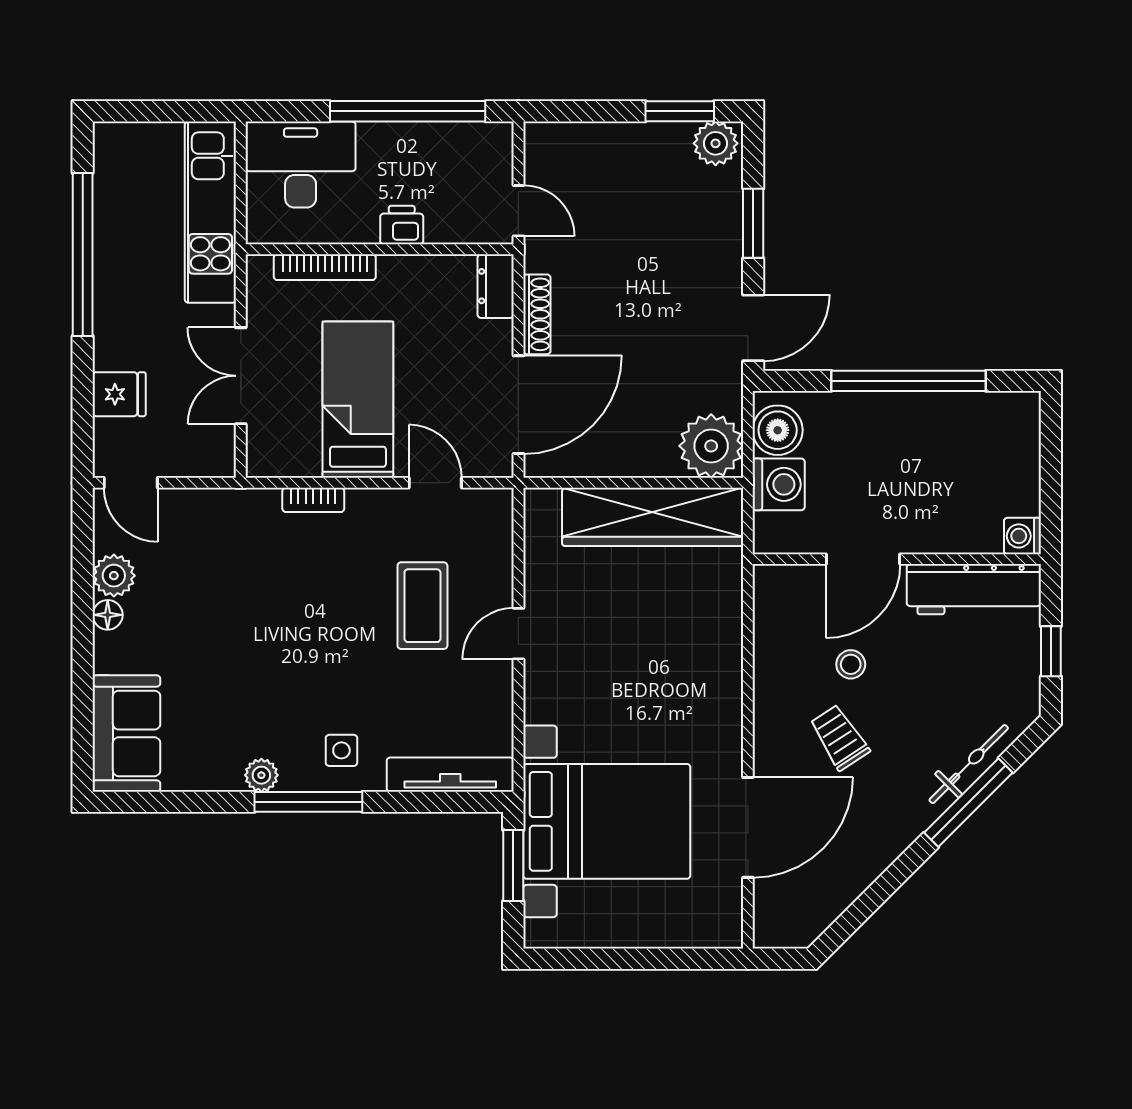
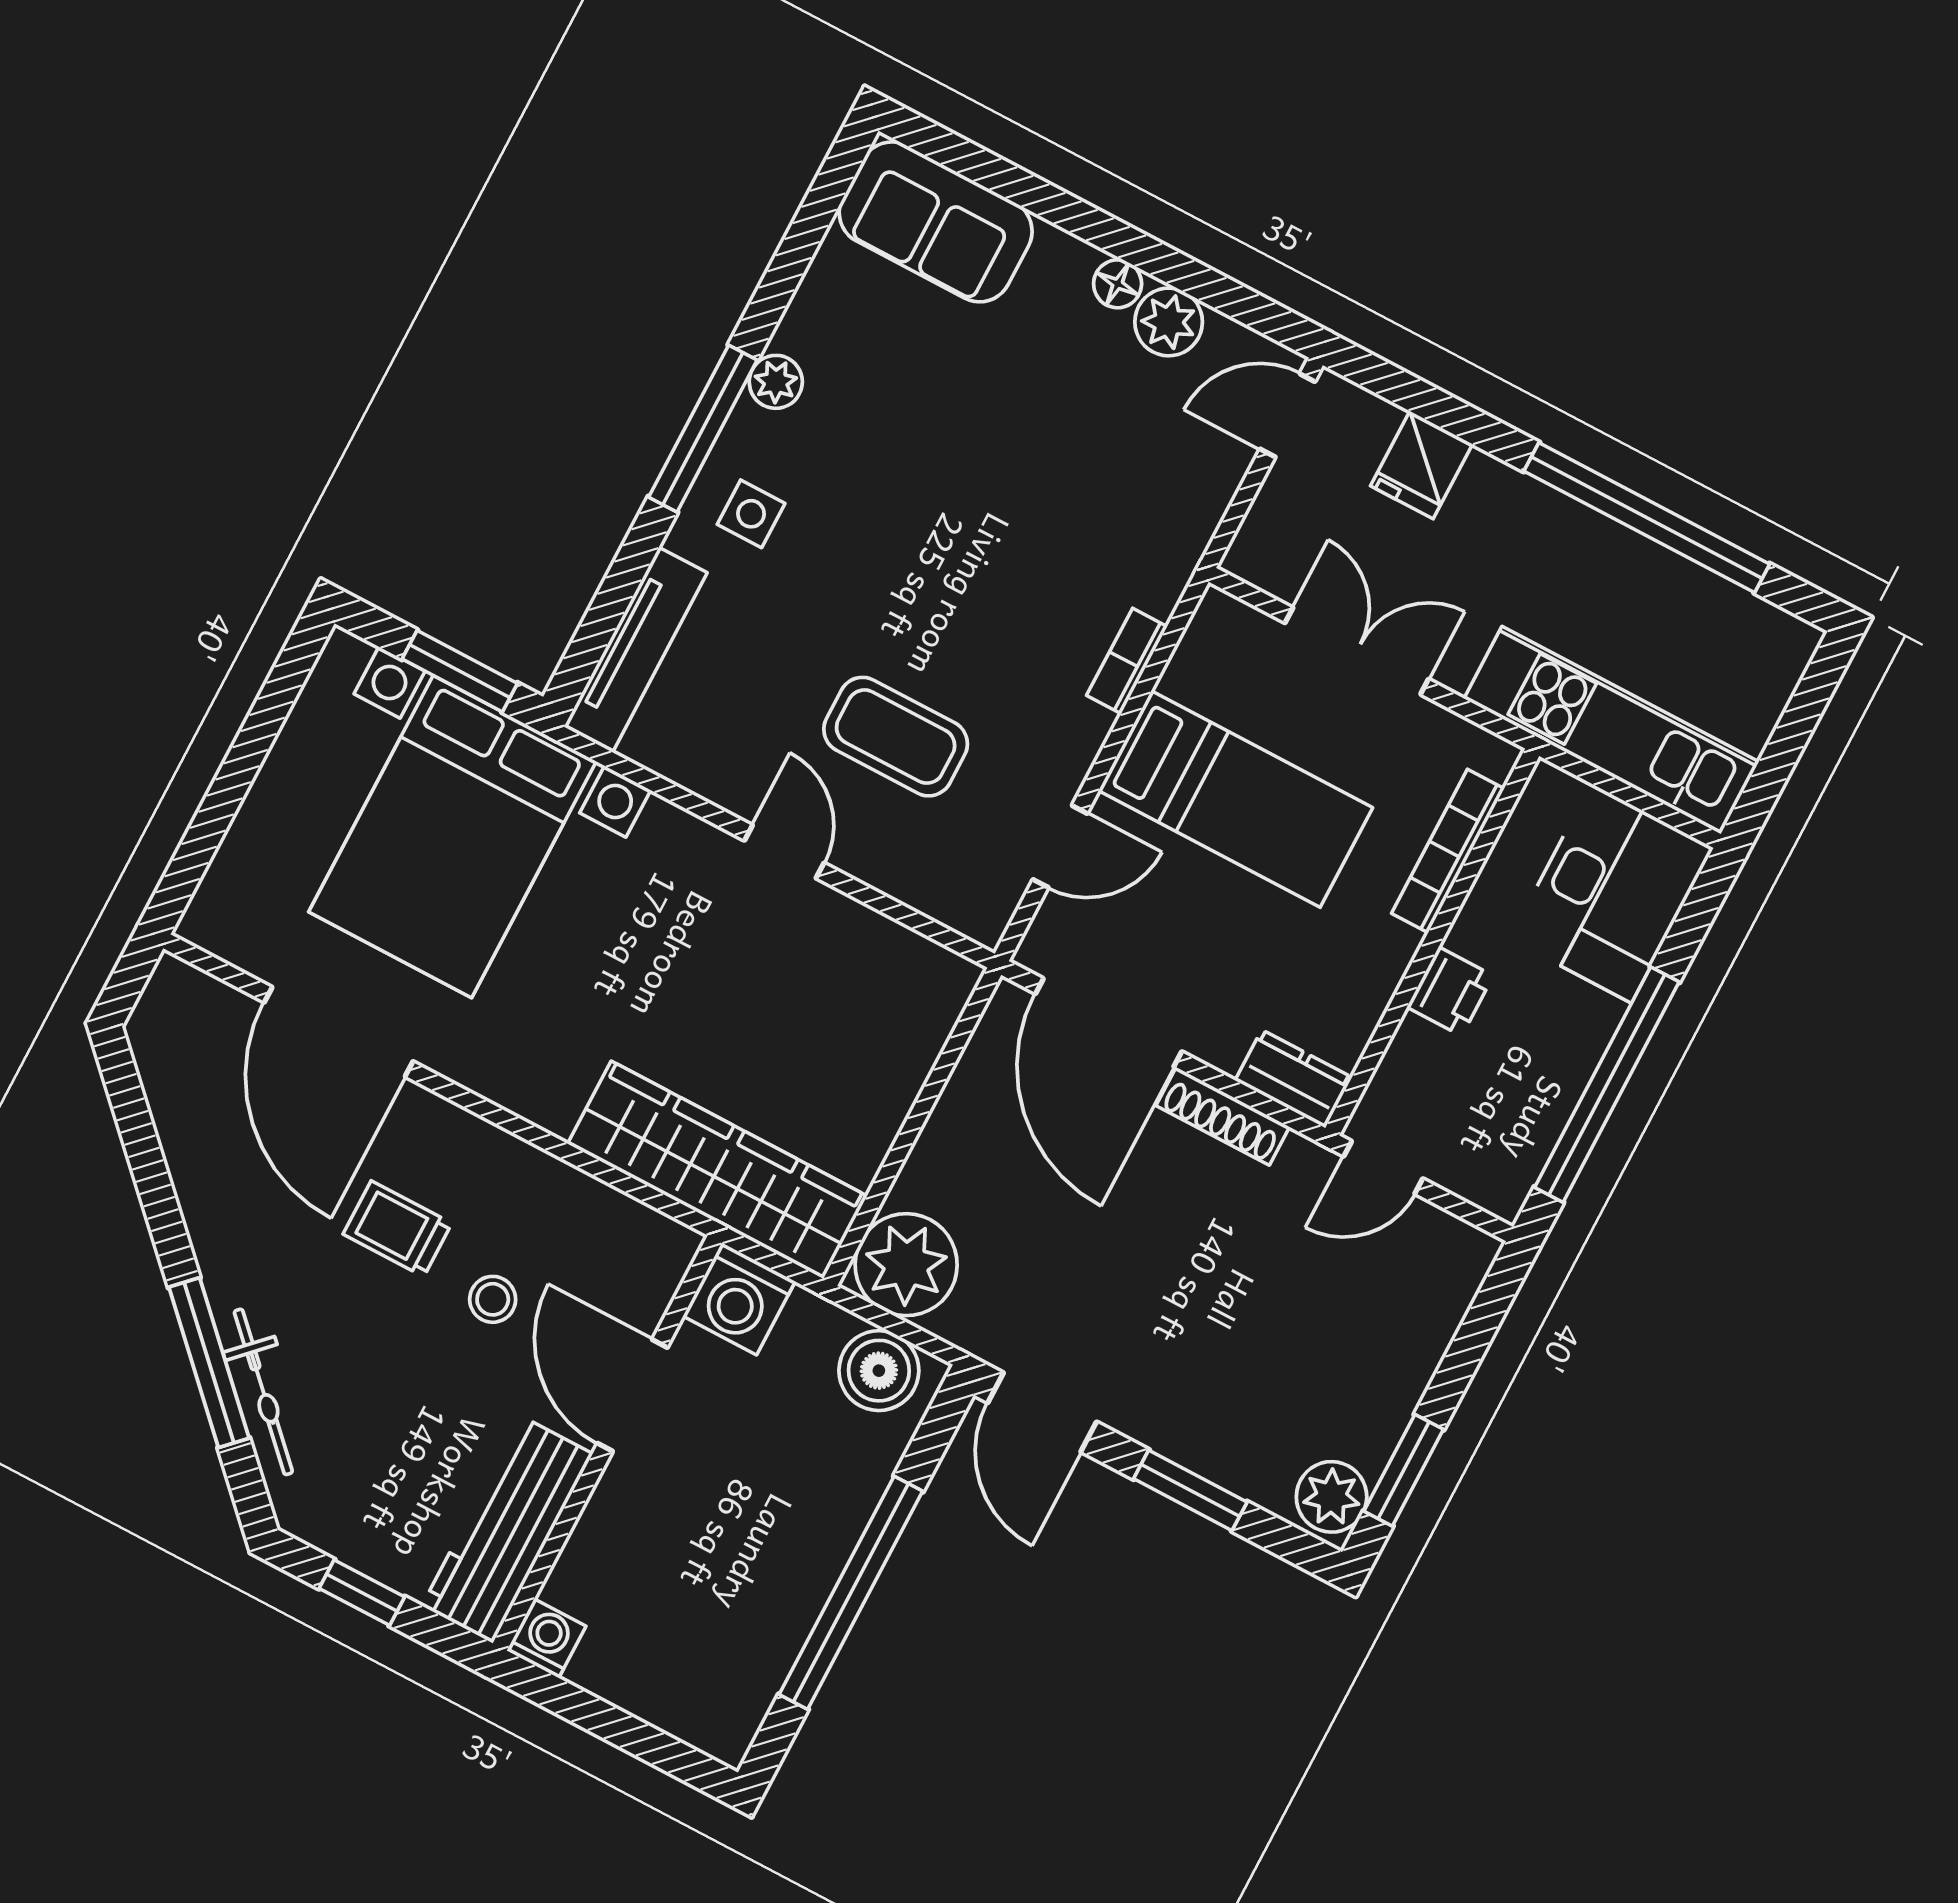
washing machine: (779, 484) -> (739, 1299), moved
wardrobe: (653, 517) -> (717, 1170), moved, turned 90
trolley: (839, 738) -> (397, 1229), turned -147

